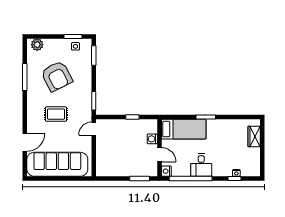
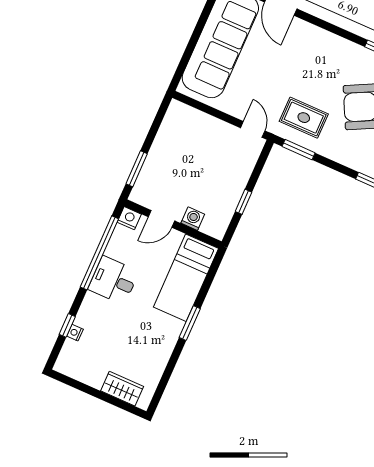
rug: (56, 114) -> (304, 118), moved, turned 90

